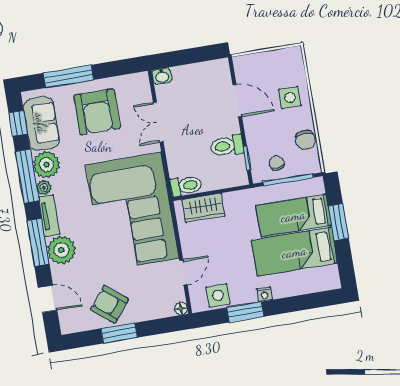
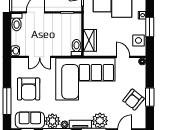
armchair: (97, 112) -> (29, 89), turned 90
toilet: (227, 146) -> (17, 22), moved

